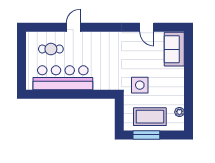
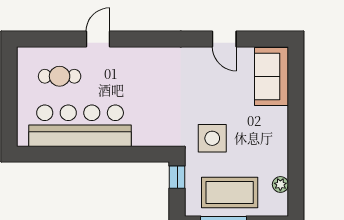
window: (119, 108) -> (177, 177), added

